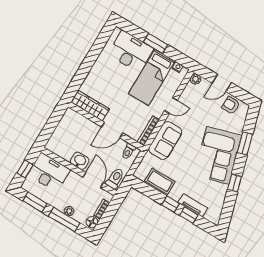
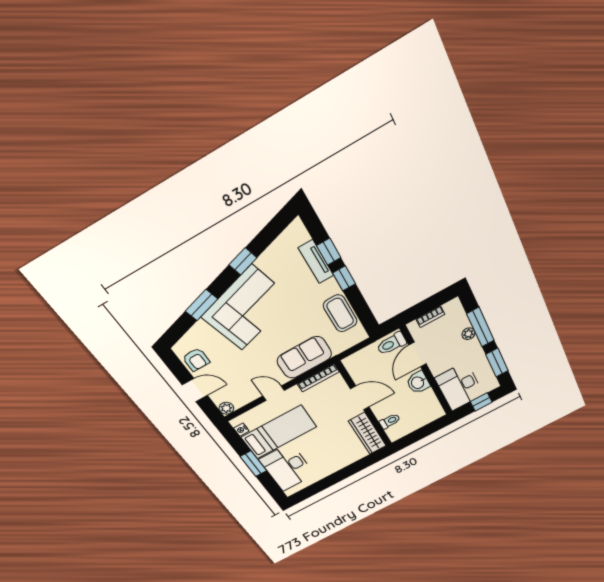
toilet: (128, 151) -> (390, 421), moved
floor lamp: (92, 222) -> (452, 307), removed

